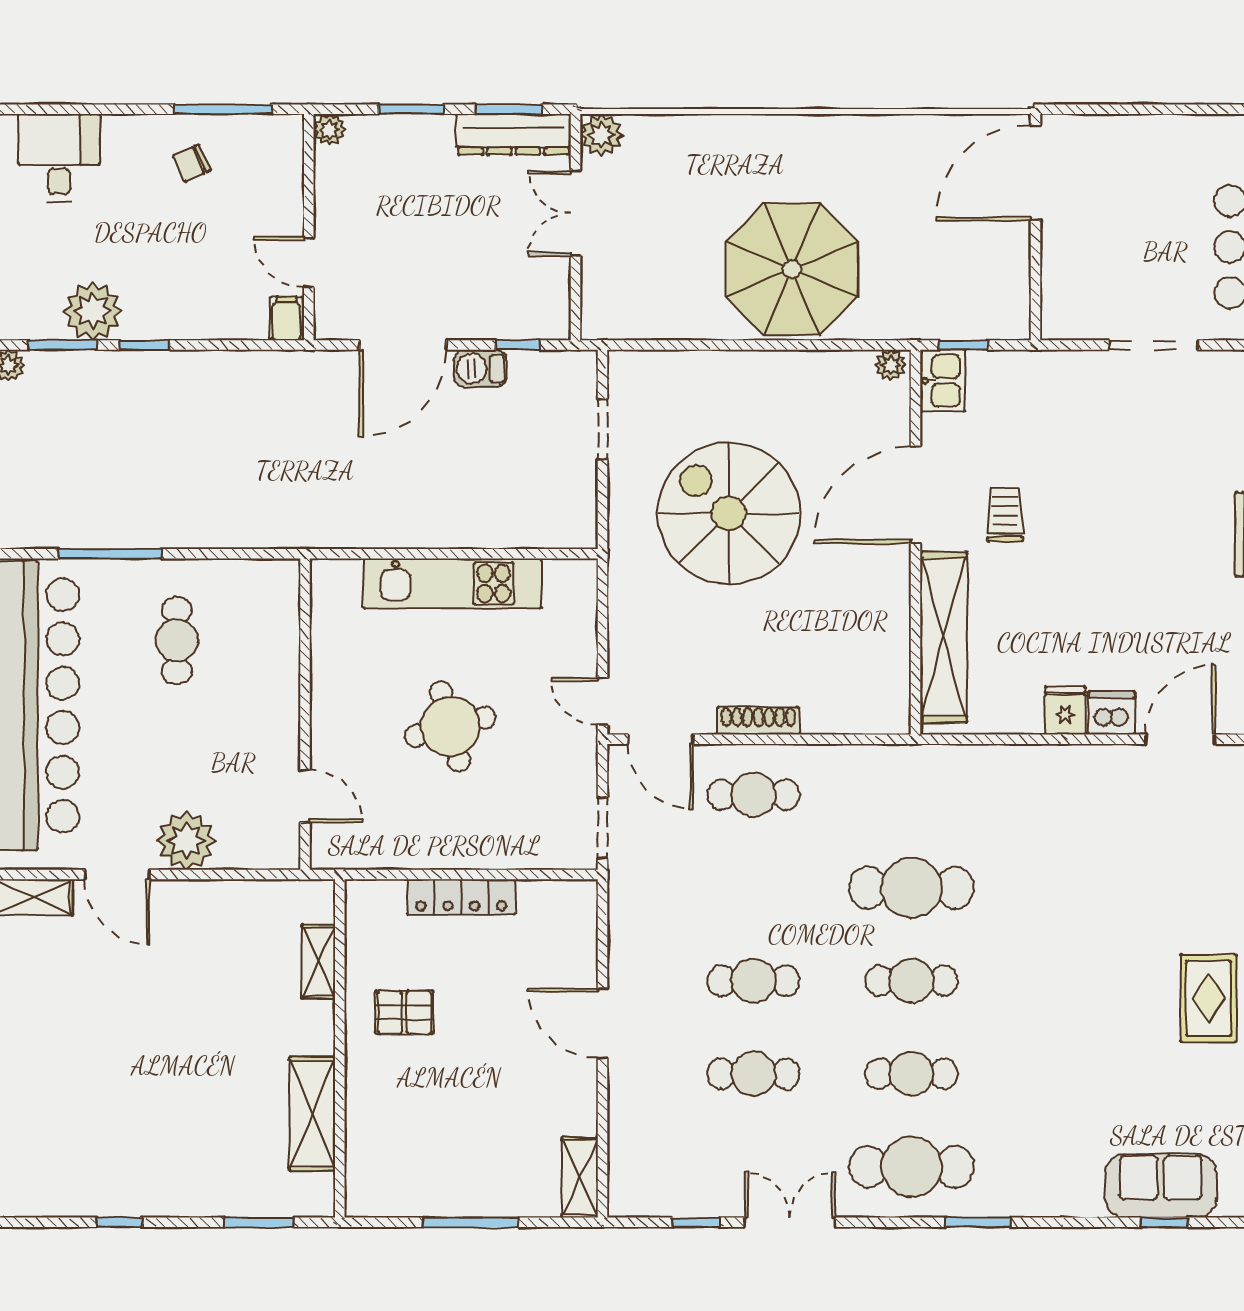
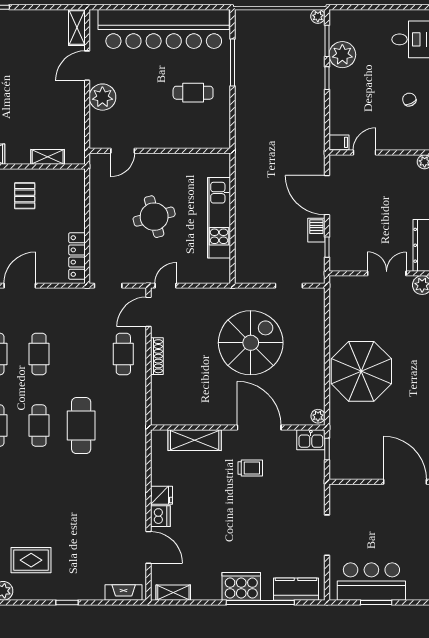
shelving: (944, 637) -> (195, 440), width x0.68
locker: (461, 897) -> (77, 256), moved

